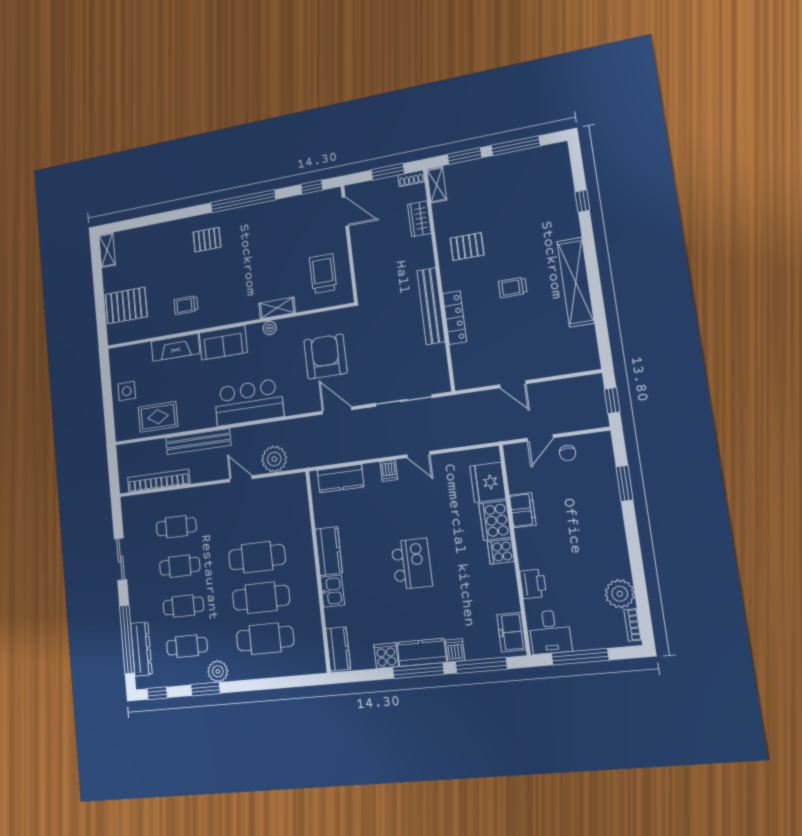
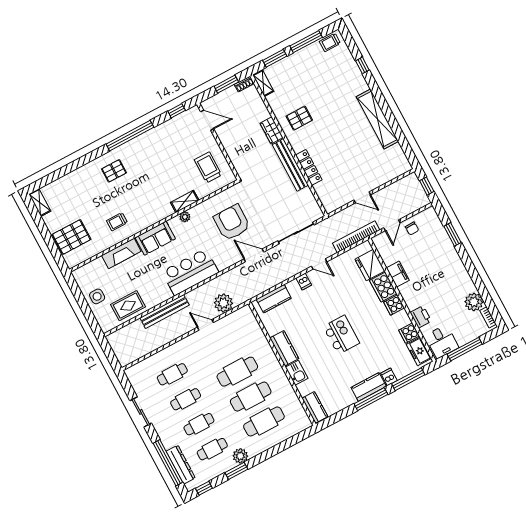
wardrobe: (419, 219) -> (271, 130), moved
trolley: (513, 287) -> (330, 42), moved
bookcase: (159, 481) -> (356, 237), moved
cooker: (386, 656) -> (409, 333), moved, turned -90

